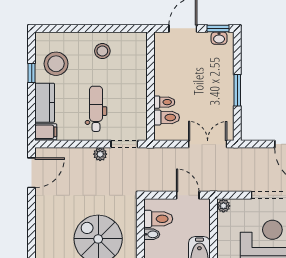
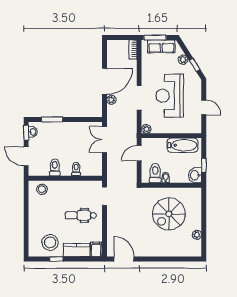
stool: (102, 51) -> (42, 189), moved
window: (237, 90) -> (52, 119), moved
toilet: (167, 117) -> (55, 167), moved
plant: (100, 154) -> (111, 100), moved

